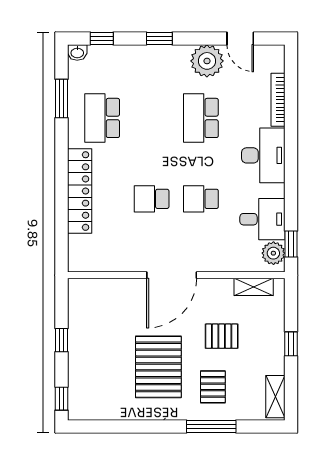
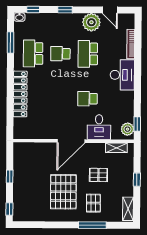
school desk: (152, 199) -> (60, 54), moved
desk: (262, 219) -> (99, 127), moved, turned 90

